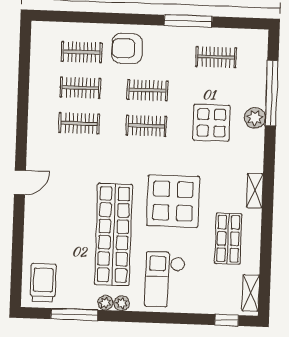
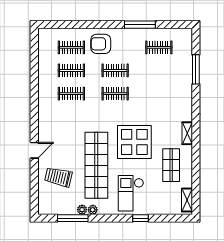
window: (272, 93) -> (196, 69), width x0.68
plant: (255, 118) -> (186, 86), removed
display table: (211, 123) -> (157, 90), removed
door: (20, 182) -> (34, 150), moved
trolley: (43, 283) -> (58, 177), moved, turned -77
plant: (122, 303) -> (82, 210), moved
window: (227, 320) -> (140, 218), moved

